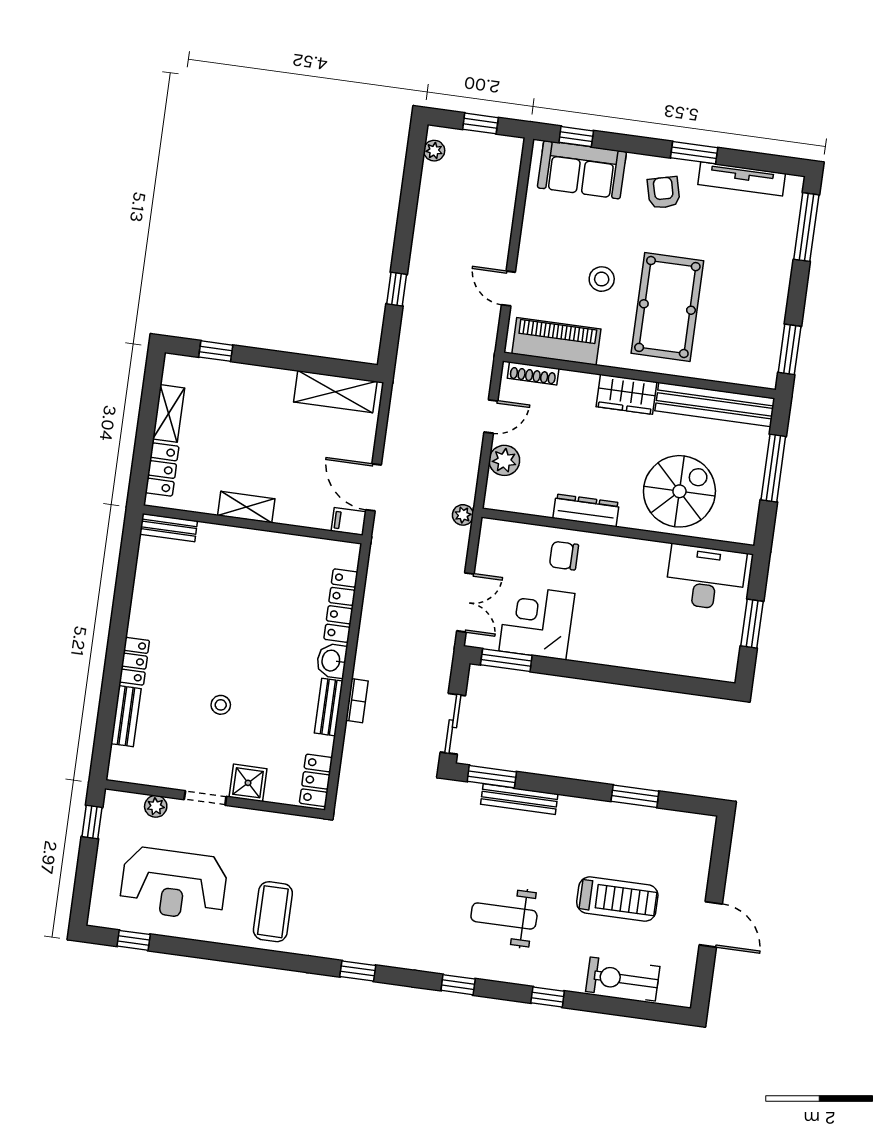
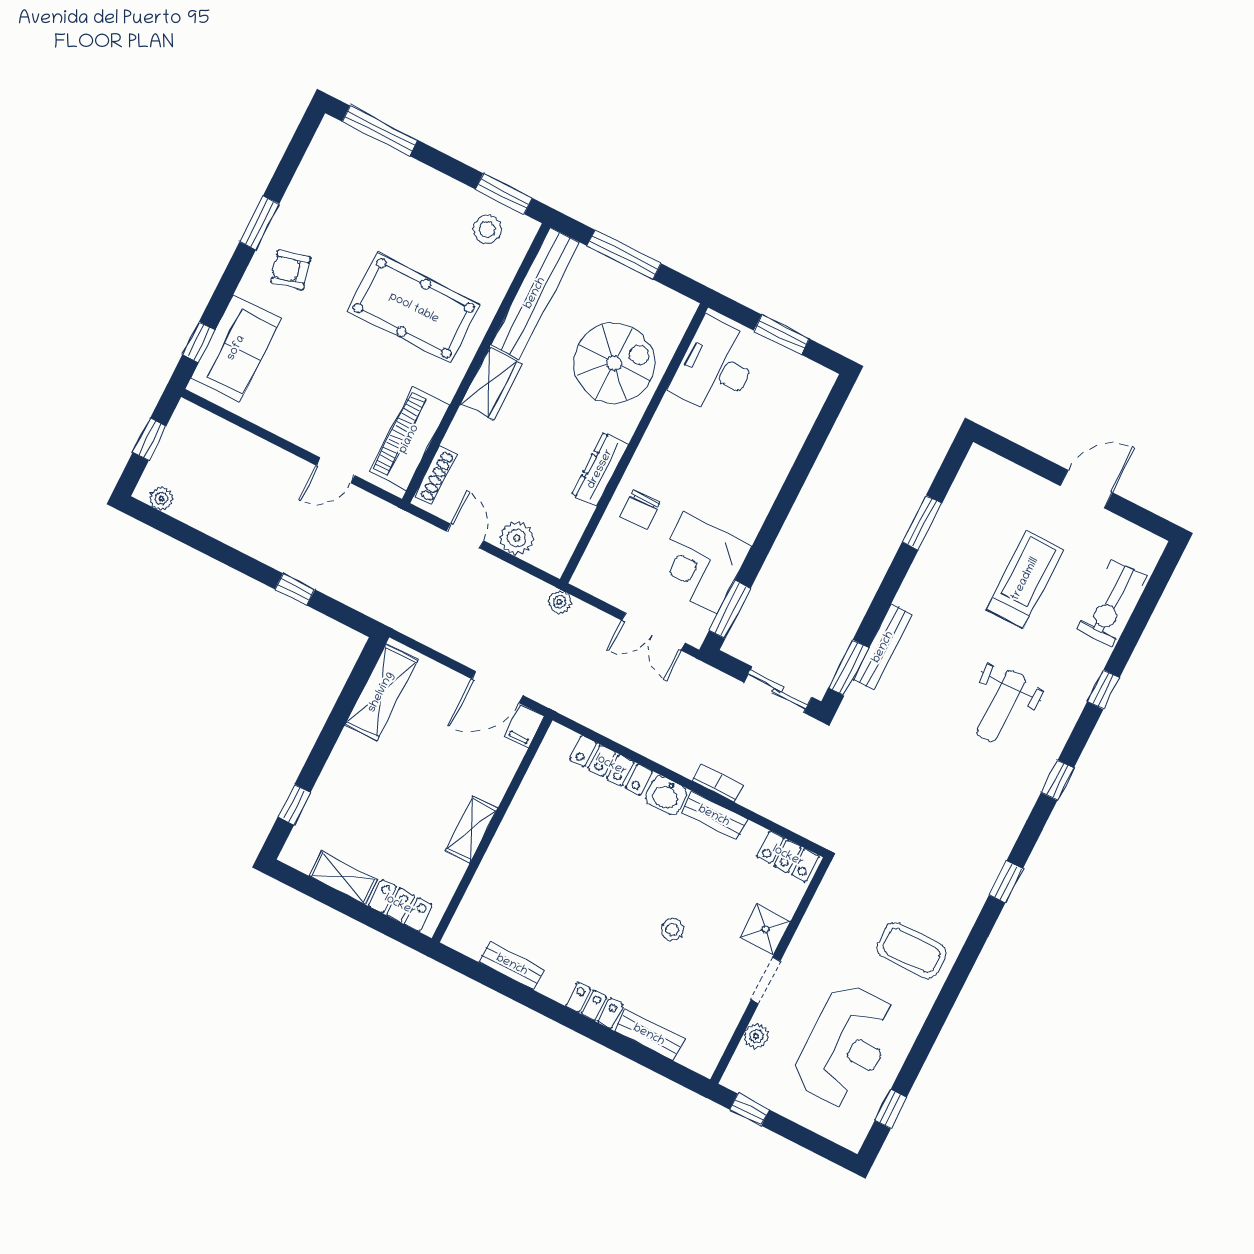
tv unit: (742, 179) -> (305, 182), removed
stool: (602, 279) -> (487, 229), moved
spiral stairs: (679, 491) -> (614, 363), turned 90
bench: (168, 528) -> (512, 965), moved, turned 90
double door: (465, 602) -> (653, 632), swing flipped

